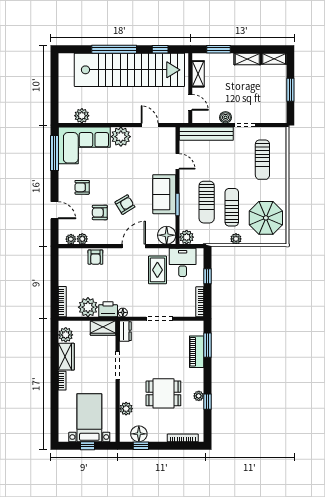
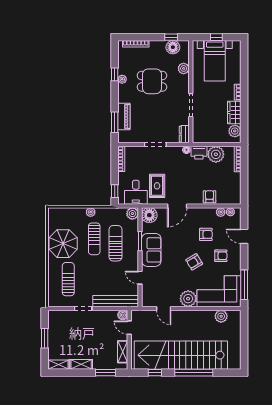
boiler: (226, 117) -> (123, 315), moved
armchair: (125, 205) -> (194, 262), moved
parasol: (266, 218) -> (63, 244), moved
window: (208, 276) -> (115, 191), moved
wardrobe: (103, 328) -> (203, 137), removed

